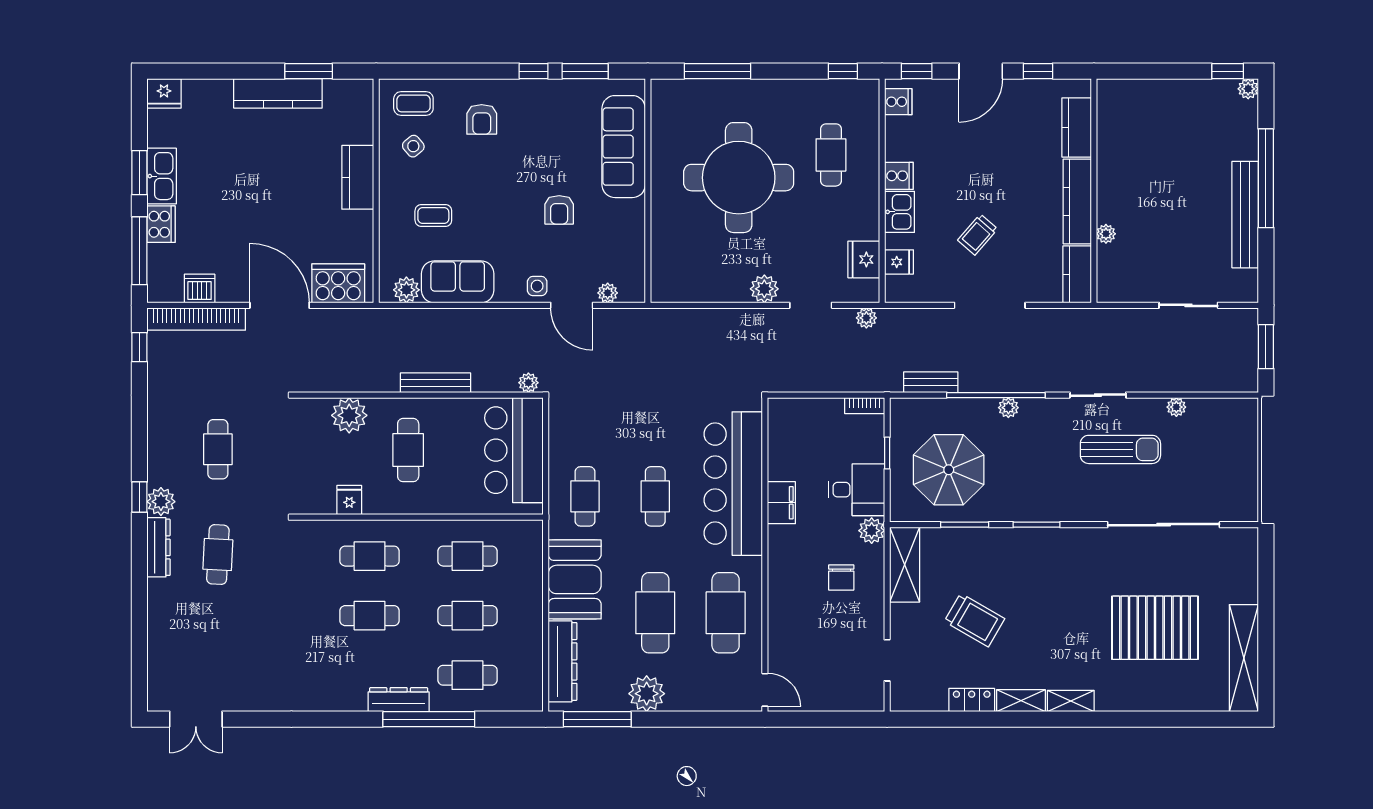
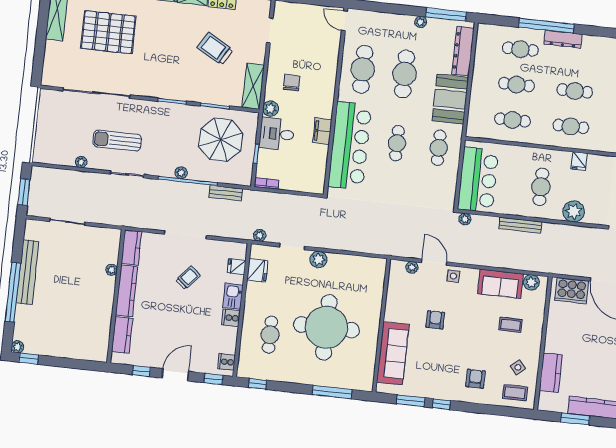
kitchen counter: (358, 177) -> (551, 373), moved
plant: (647, 694) -> (421, 22), width x0.53, depth x0.53

